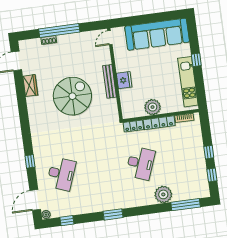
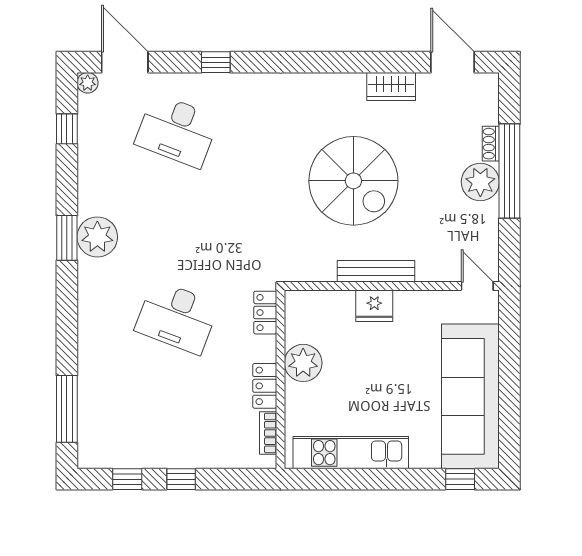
plant: (66, 42) -> (480, 182), added
window: (196, 60) -> (460, 479), moved
locker: (159, 123) -> (265, 386), width x0.66
plant: (163, 194) -> (97, 237), moved

